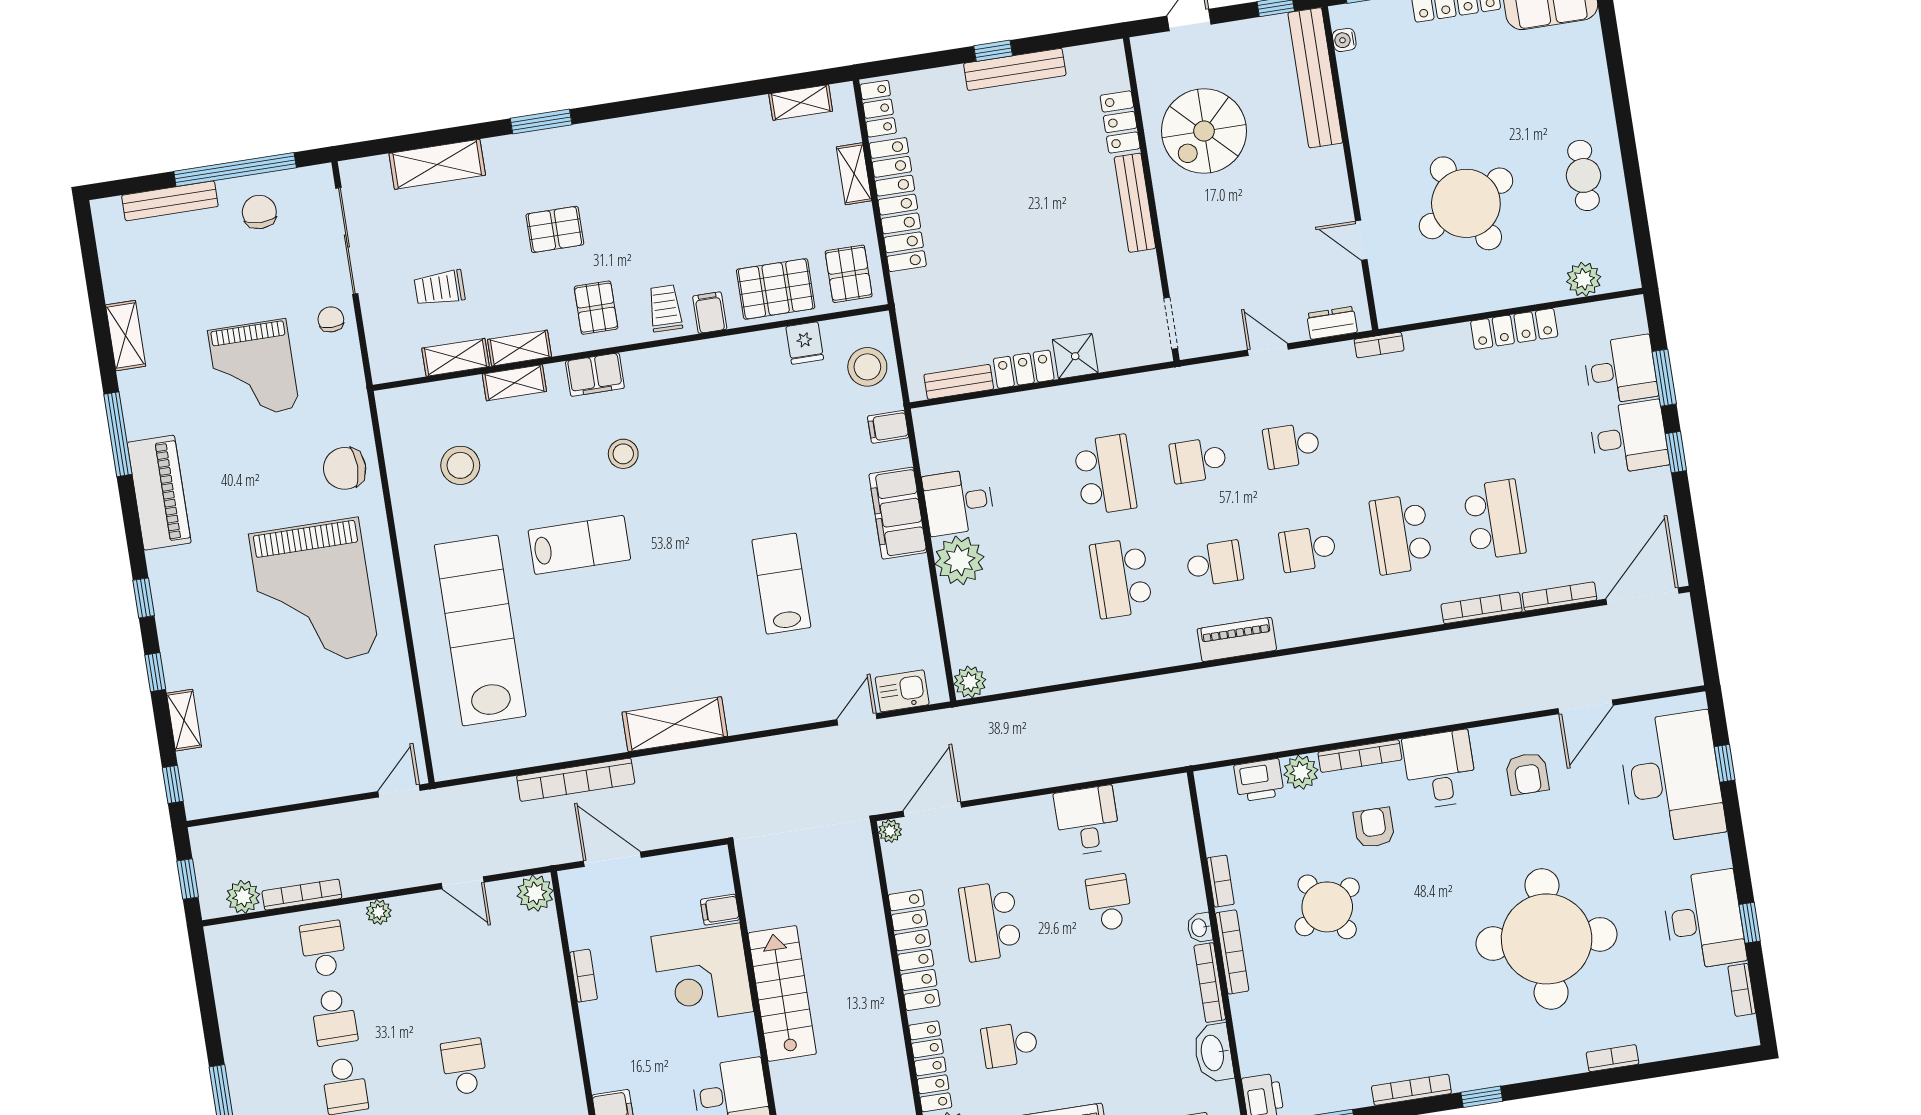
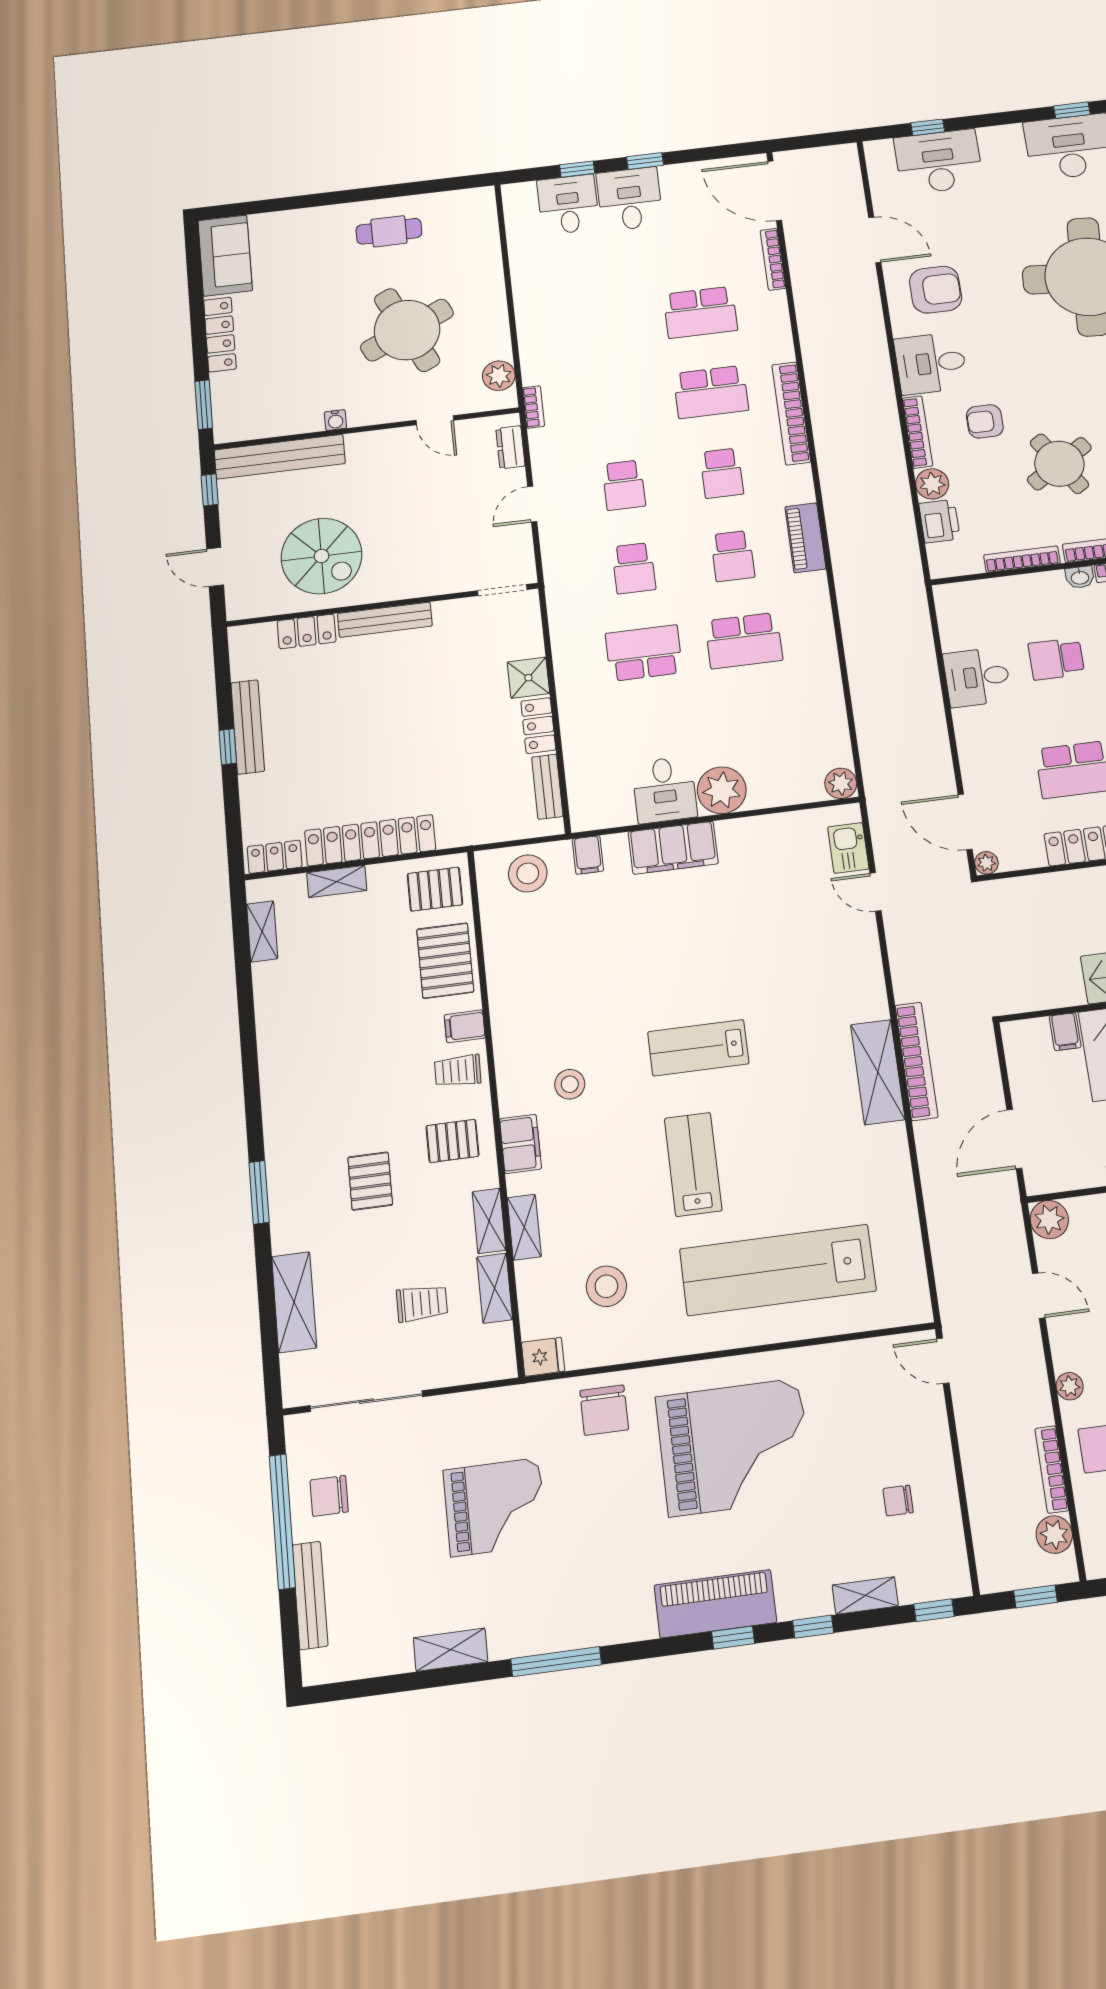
water cooler: (1344, 40) -> (335, 420), moved
door: (1361, 240) -> (435, 420), hinge flipped
plant: (1584, 279) -> (499, 376), moved
trolley: (440, 288) -> (422, 1303), turned -90
chair: (331, 319) -> (898, 1501), moved
locker: (1514, 329) -> (525, 292), removed
fridge: (805, 343) -> (543, 1357), moved
window: (1664, 378) -> (577, 169), width x0.67
stool: (623, 454) -> (570, 1084), moved
piano: (159, 493) -> (715, 1604), moved
school desk: (1494, 520) -> (700, 312), turned 180
school desk: (1214, 563) -> (733, 556), turned 180
lab bench: (781, 584) -> (698, 1048), moved
bookcase: (1482, 608) -> (791, 413), moved, width x1.48, depth x1.31
armchair: (1527, 774) -> (936, 290), width x1.38, depth x1.38
desk: (1672, 777) -> (939, 162), width x0.73, depth x0.77
bookcase: (576, 780) -> (916, 1061), moved
bookcase: (1221, 881) -> (1022, 559), width x1.56
door: (463, 883) -> (1039, 1296), hinge flipped

